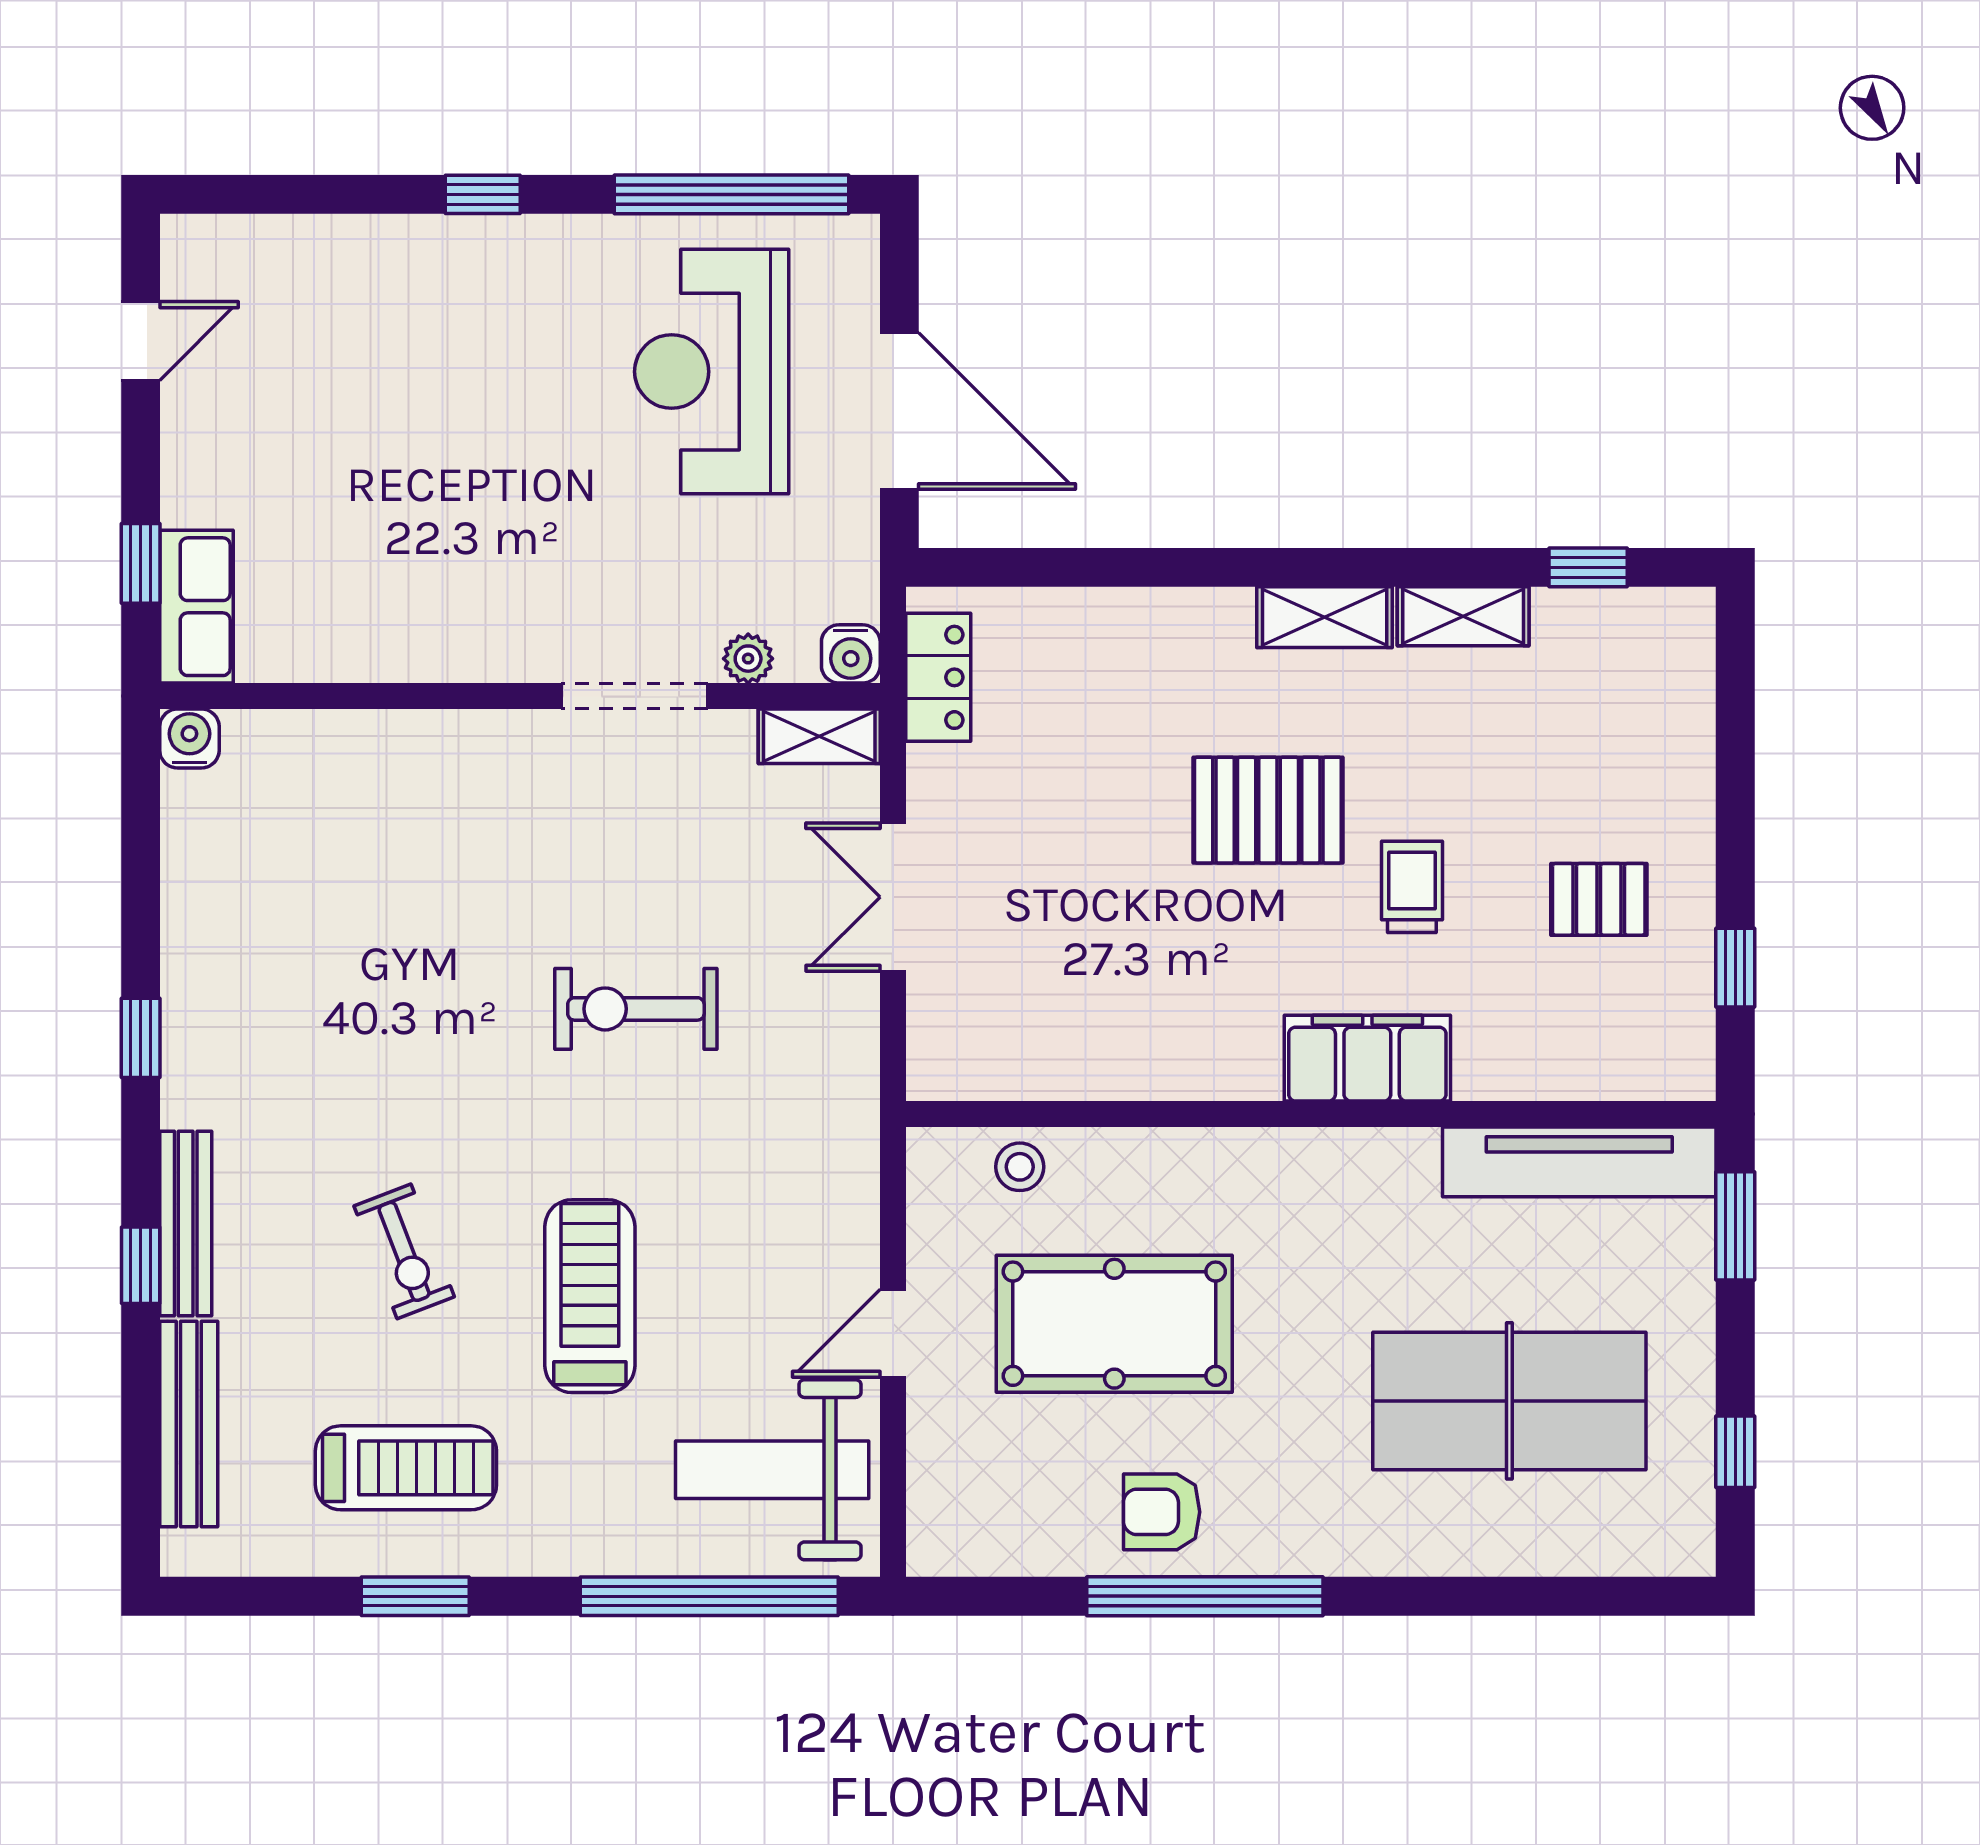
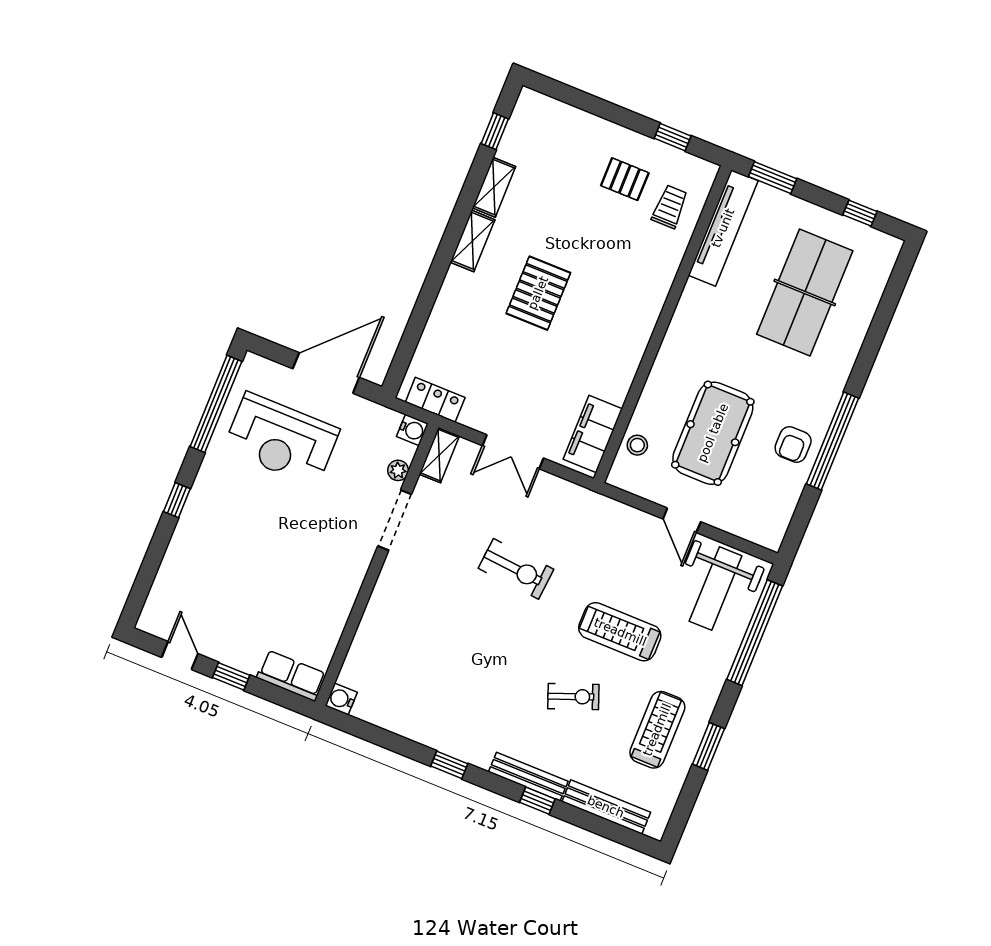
window: (141, 563) -> (231, 676), moved
trolley: (1412, 887) -> (670, 207), moved, turned 90
pallet: (1599, 899) -> (625, 179), turned 90
exercise bike: (636, 1009) -> (516, 569), turned -85
filing cabinet: (1367, 1058) -> (593, 434), moved

